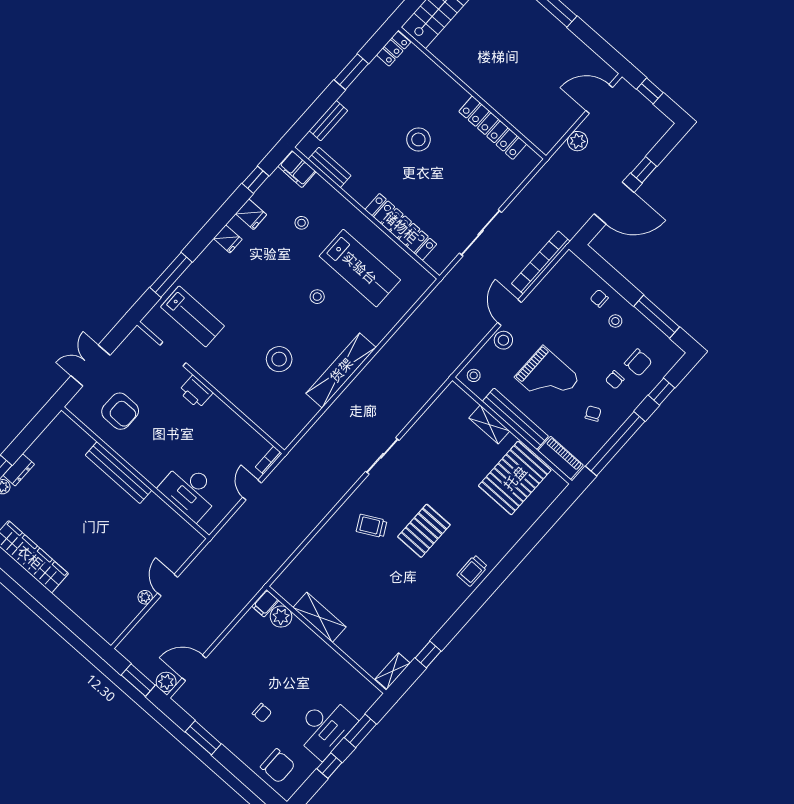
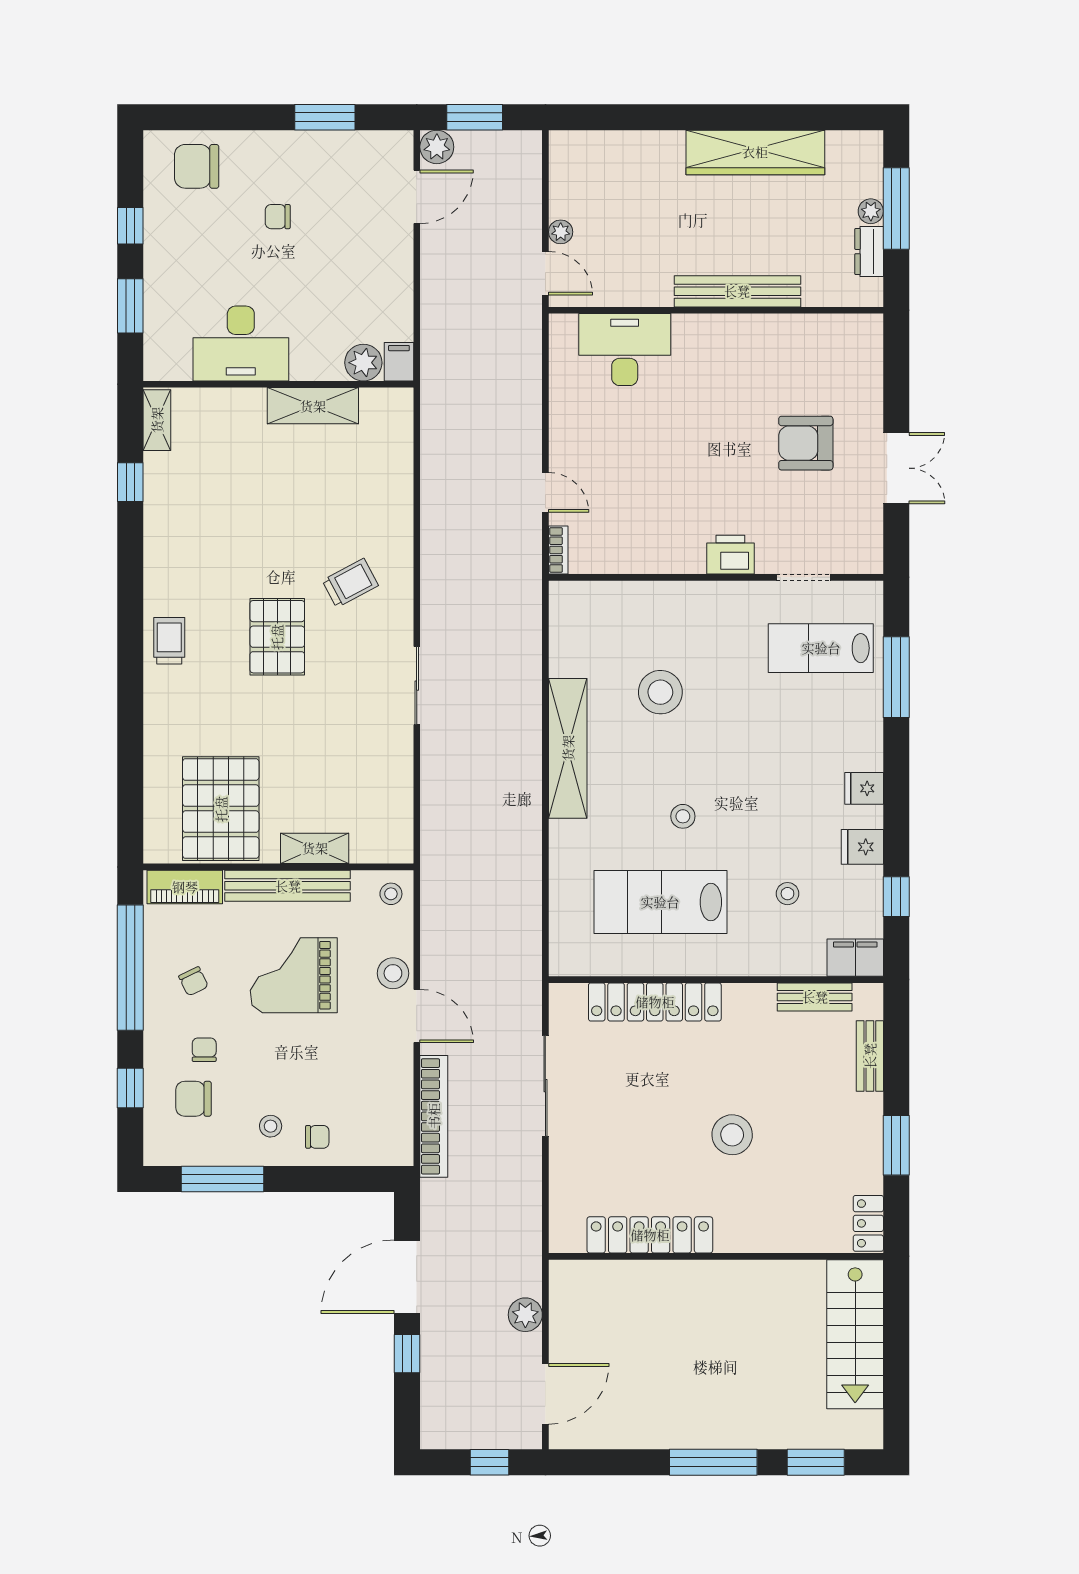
bench: (119, 473) -> (737, 291), moved
wall: (135, 473) -> (716, 310), moved
desk: (190, 491) -> (625, 350), moved
desk: (325, 727) -> (241, 344), moved, turned -90

